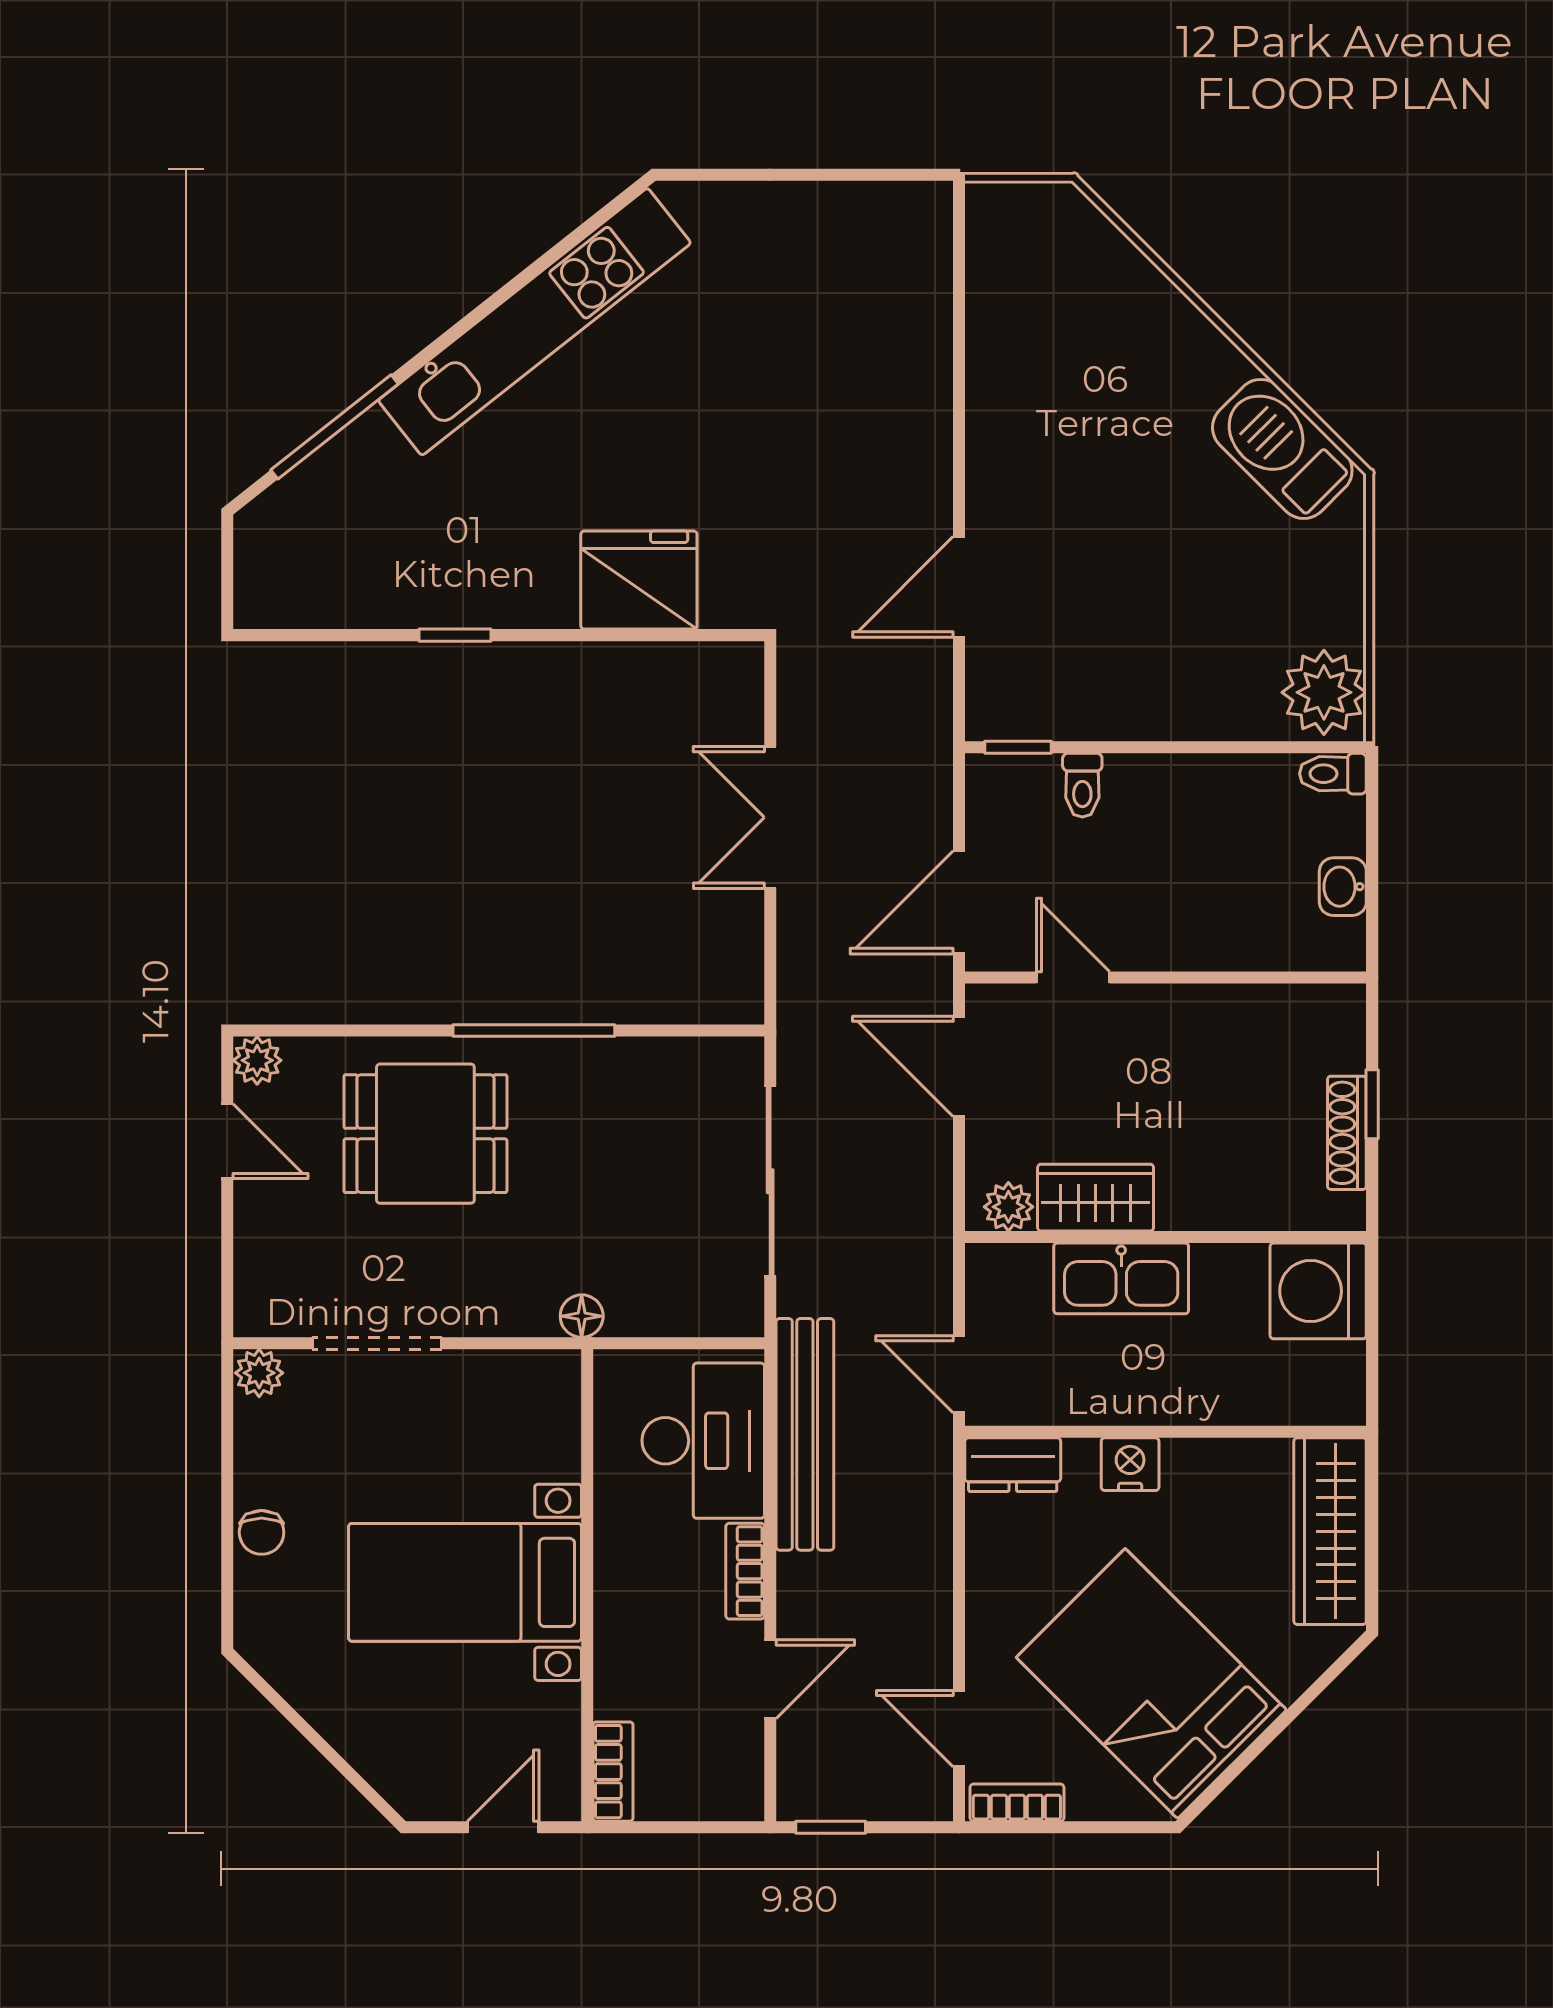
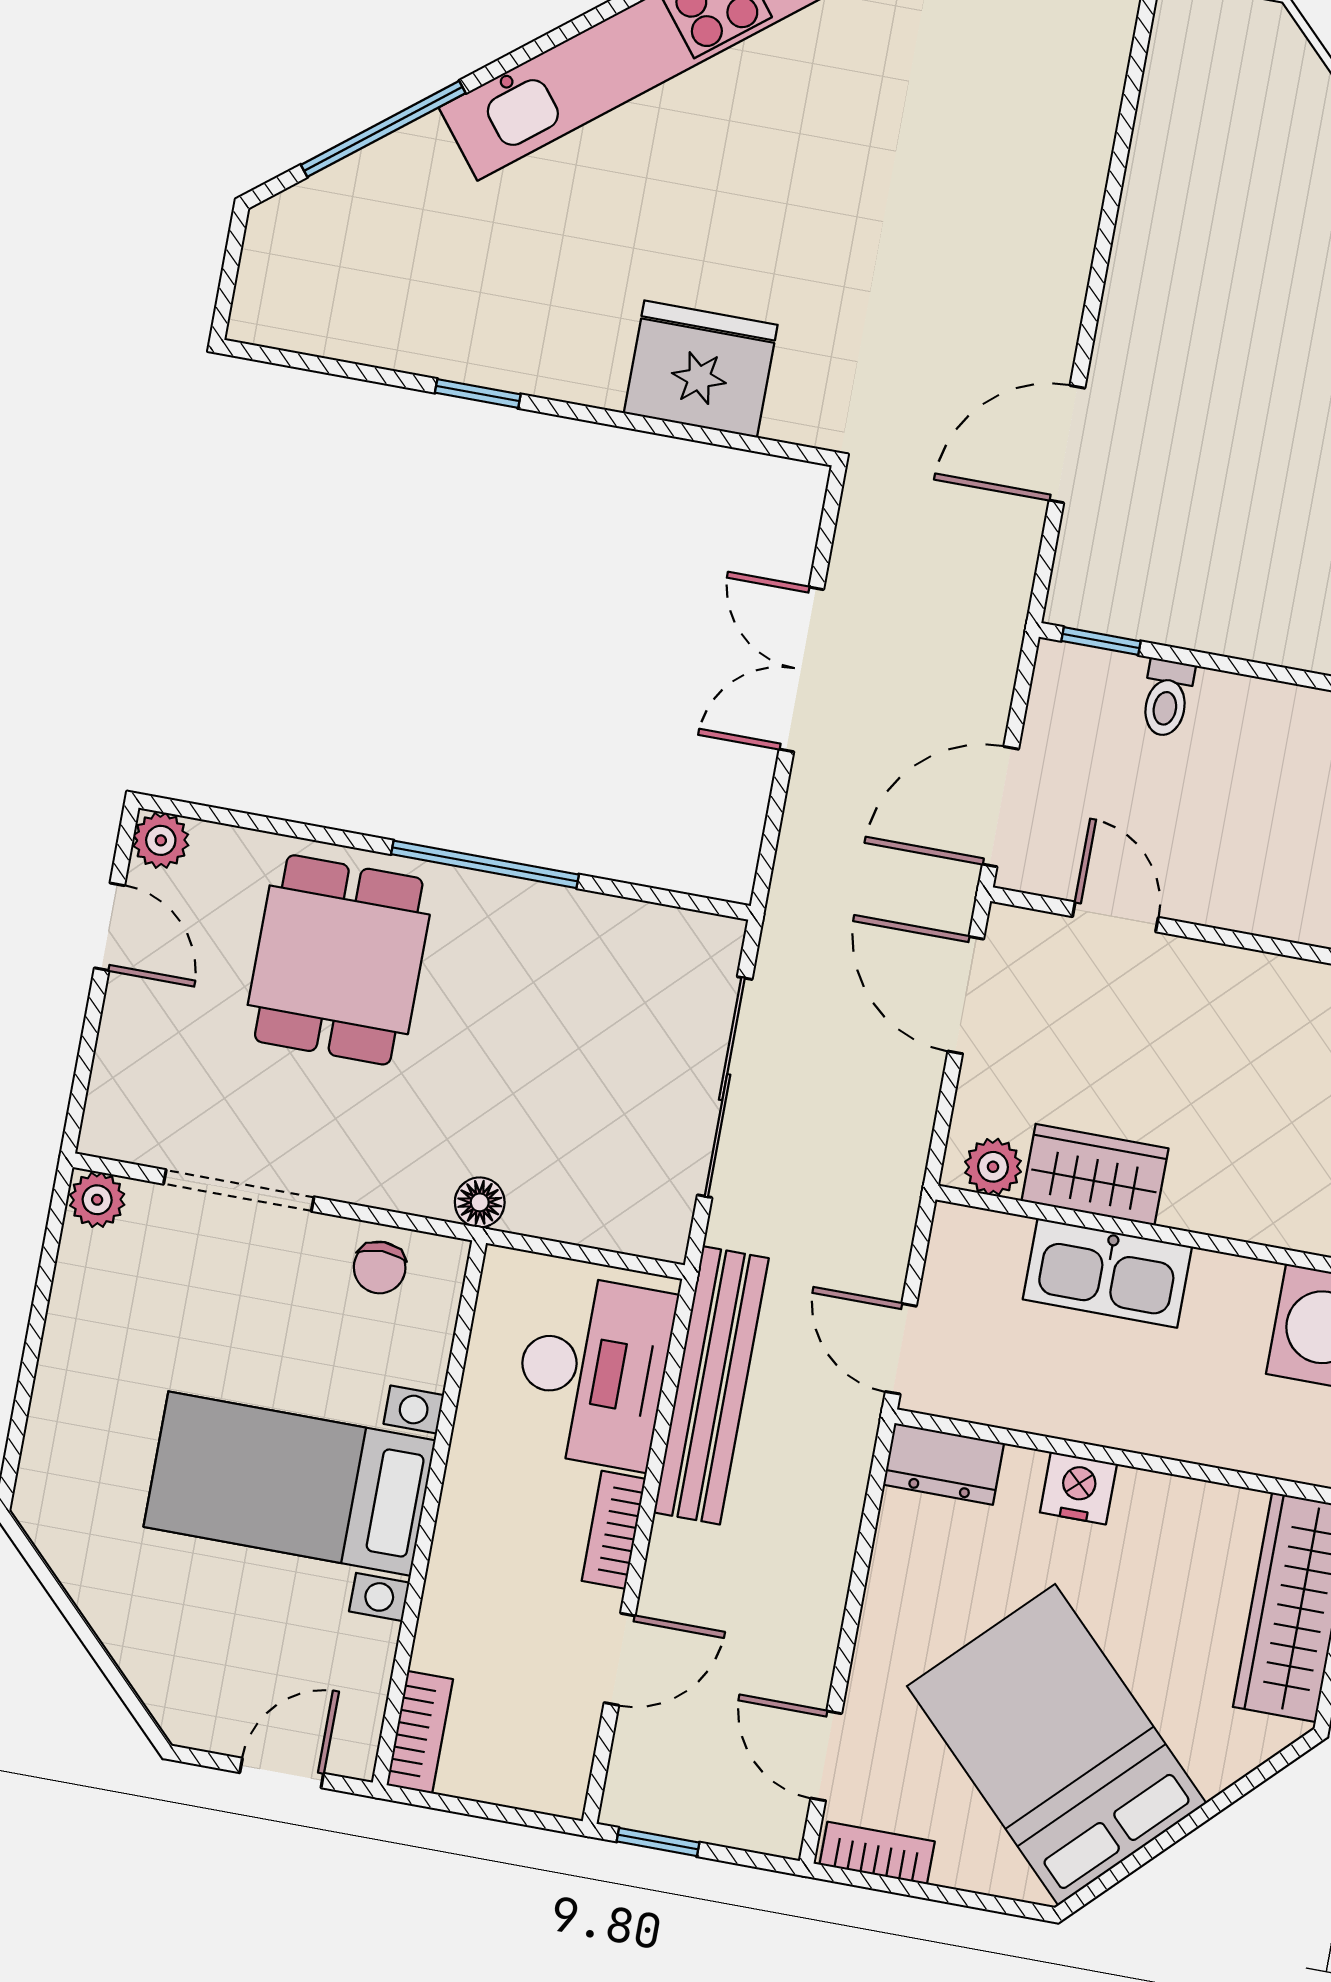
dining table: (425, 1134) -> (339, 960), turned 90
chair: (262, 1532) -> (380, 1267), moved

